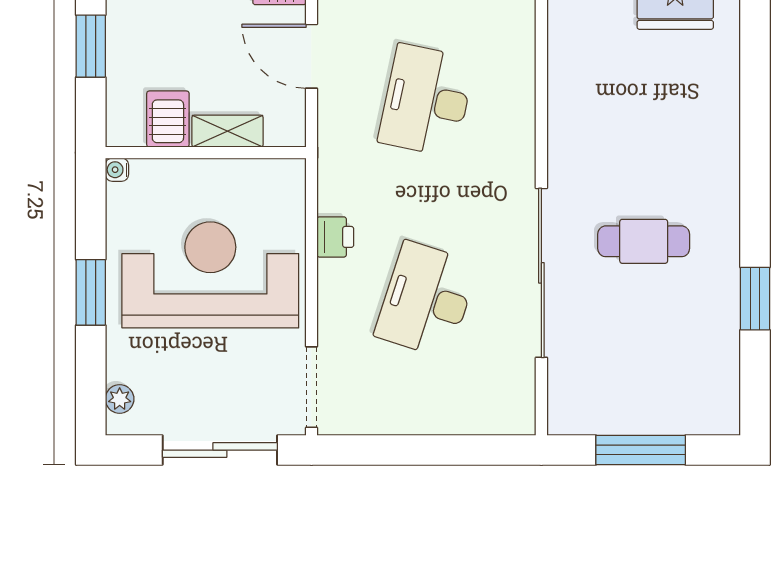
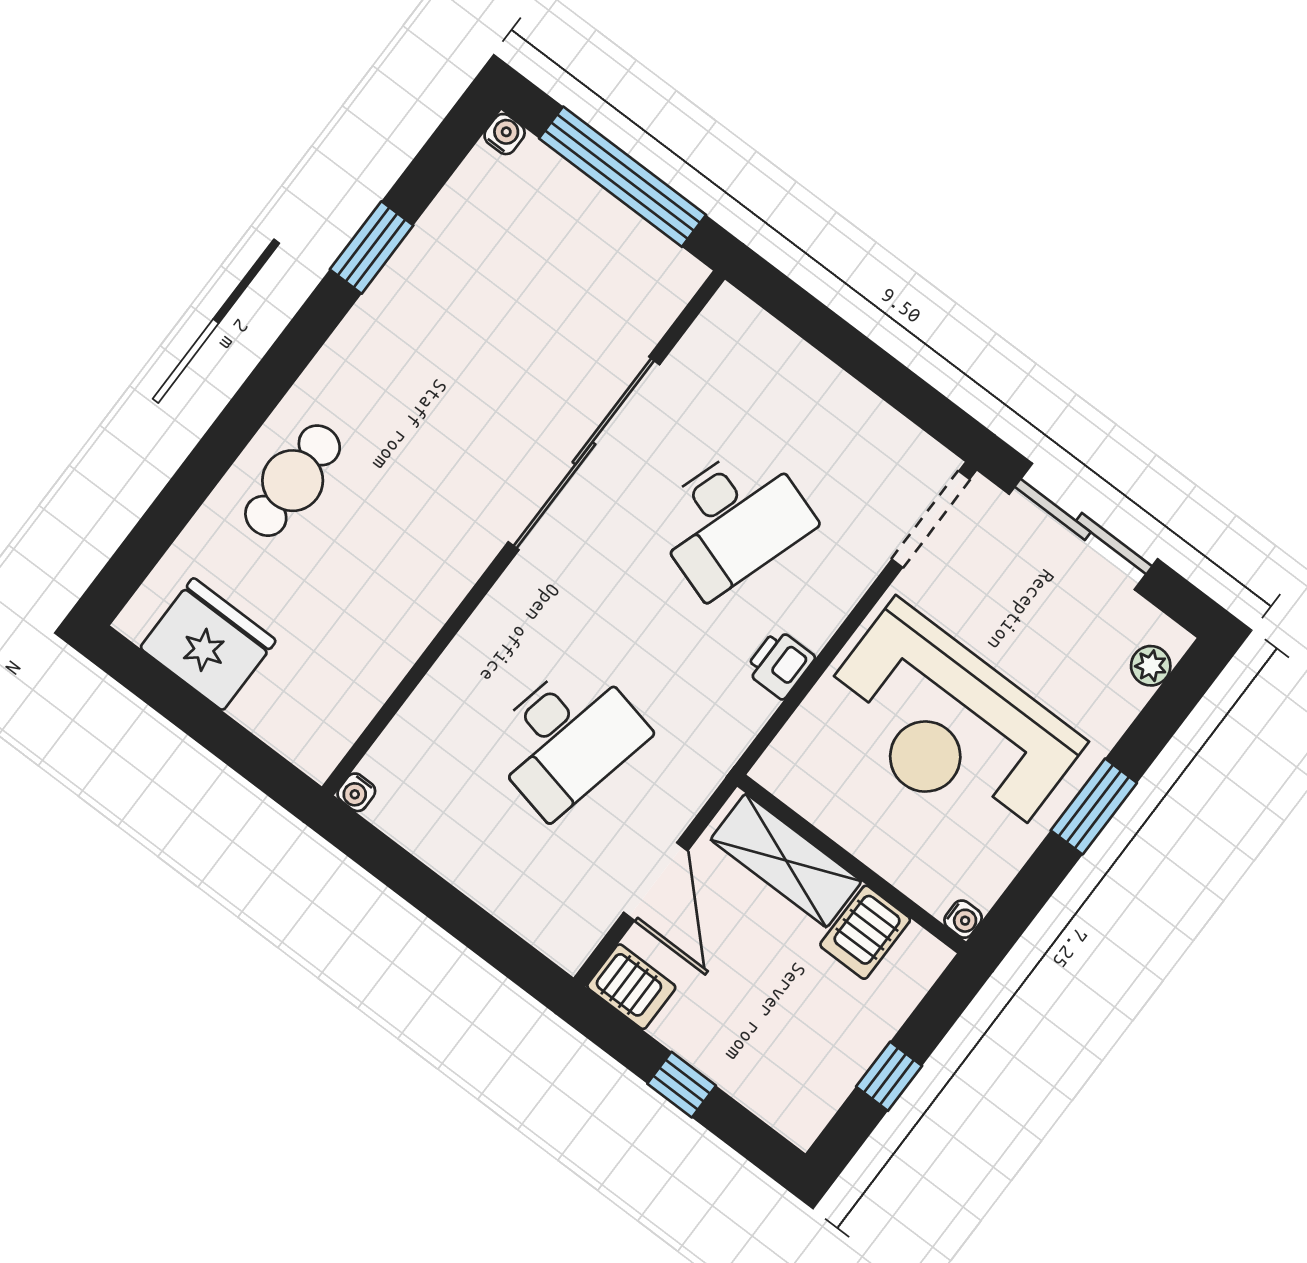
window: (91, 46) -> (889, 1076), width x0.67
shelving: (227, 131) -> (786, 861), width x1.50, depth x1.33
cafe table: (644, 241) -> (293, 481), moved, turned 90
water cooler: (728, 423) -> (505, 134), added
window: (641, 450) -> (623, 177), width x1.46

